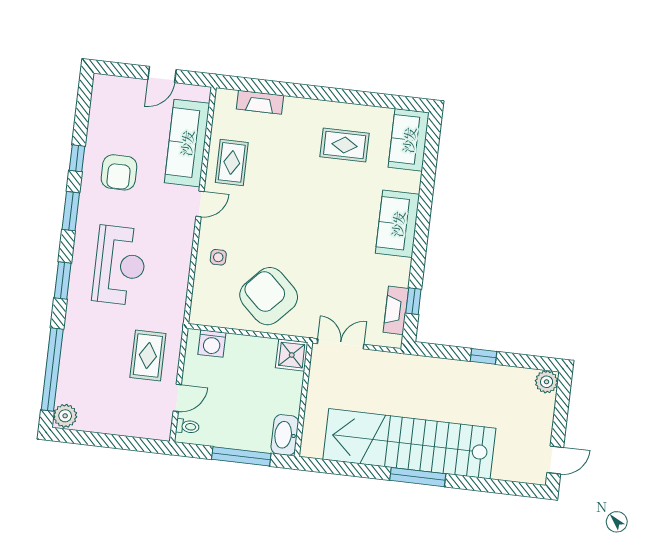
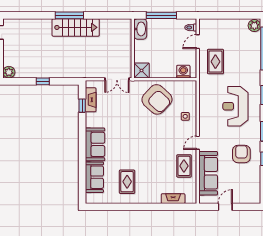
sofa: (409, 140) -> (94, 177), moved
rug: (345, 145) -> (127, 182), turned 90
stairs: (409, 444) -> (76, 27), width x0.54, depth x0.66

